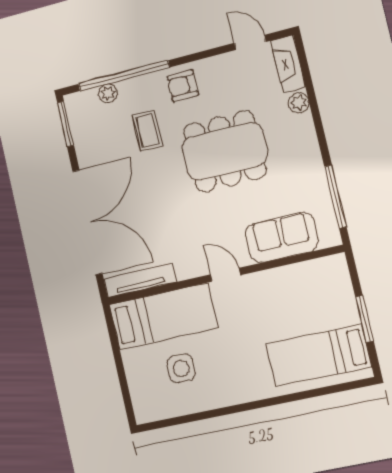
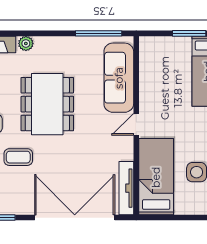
sofa: (282, 238) -> (119, 78), width x1.36

